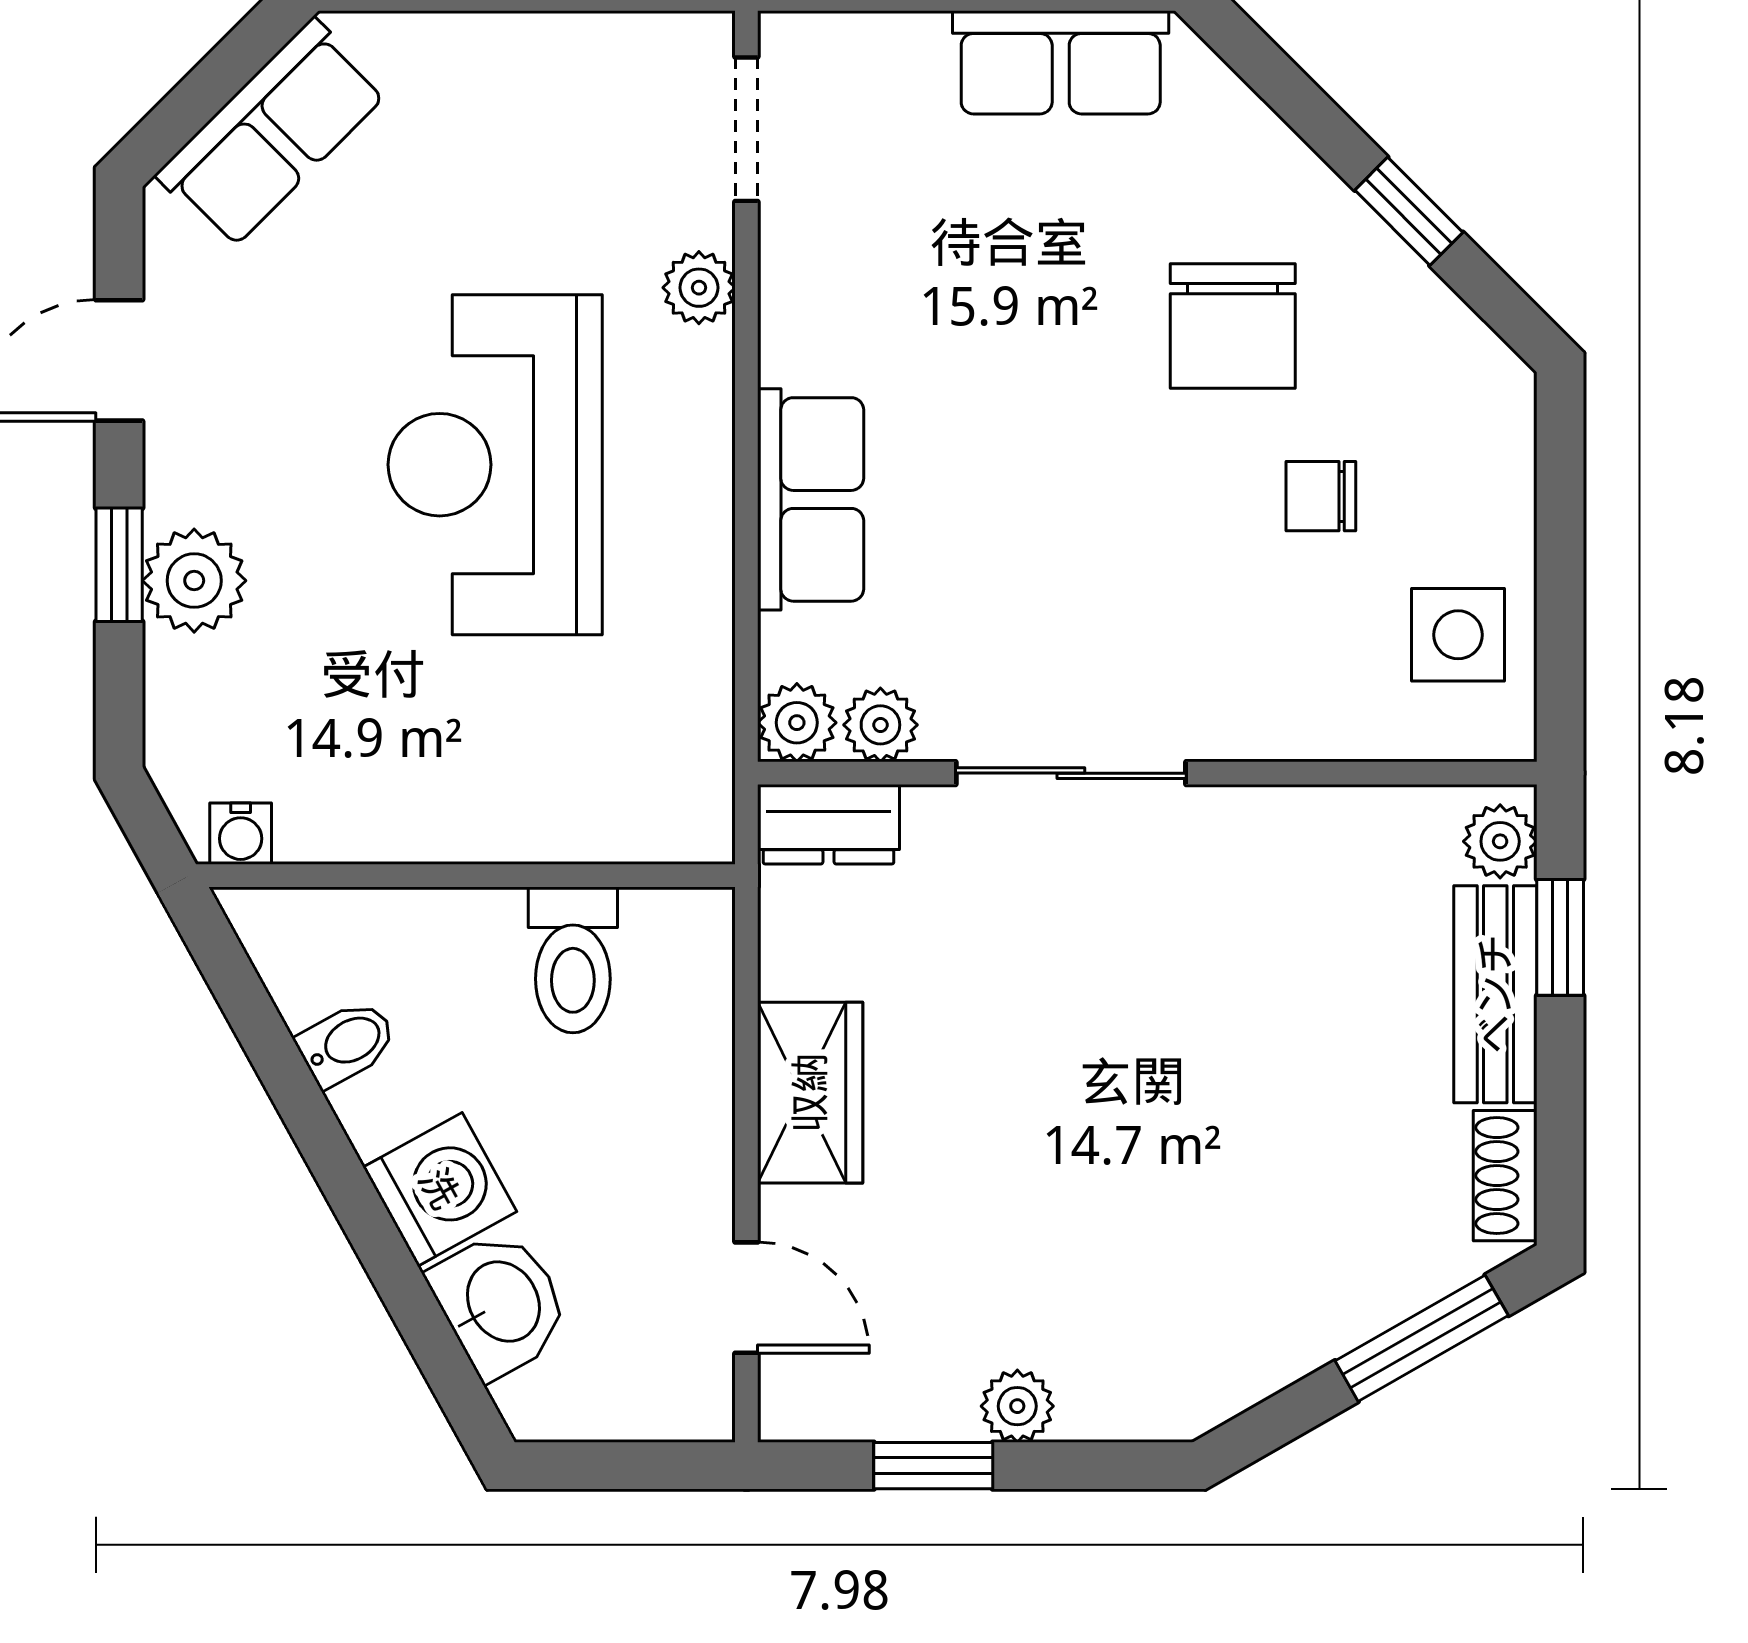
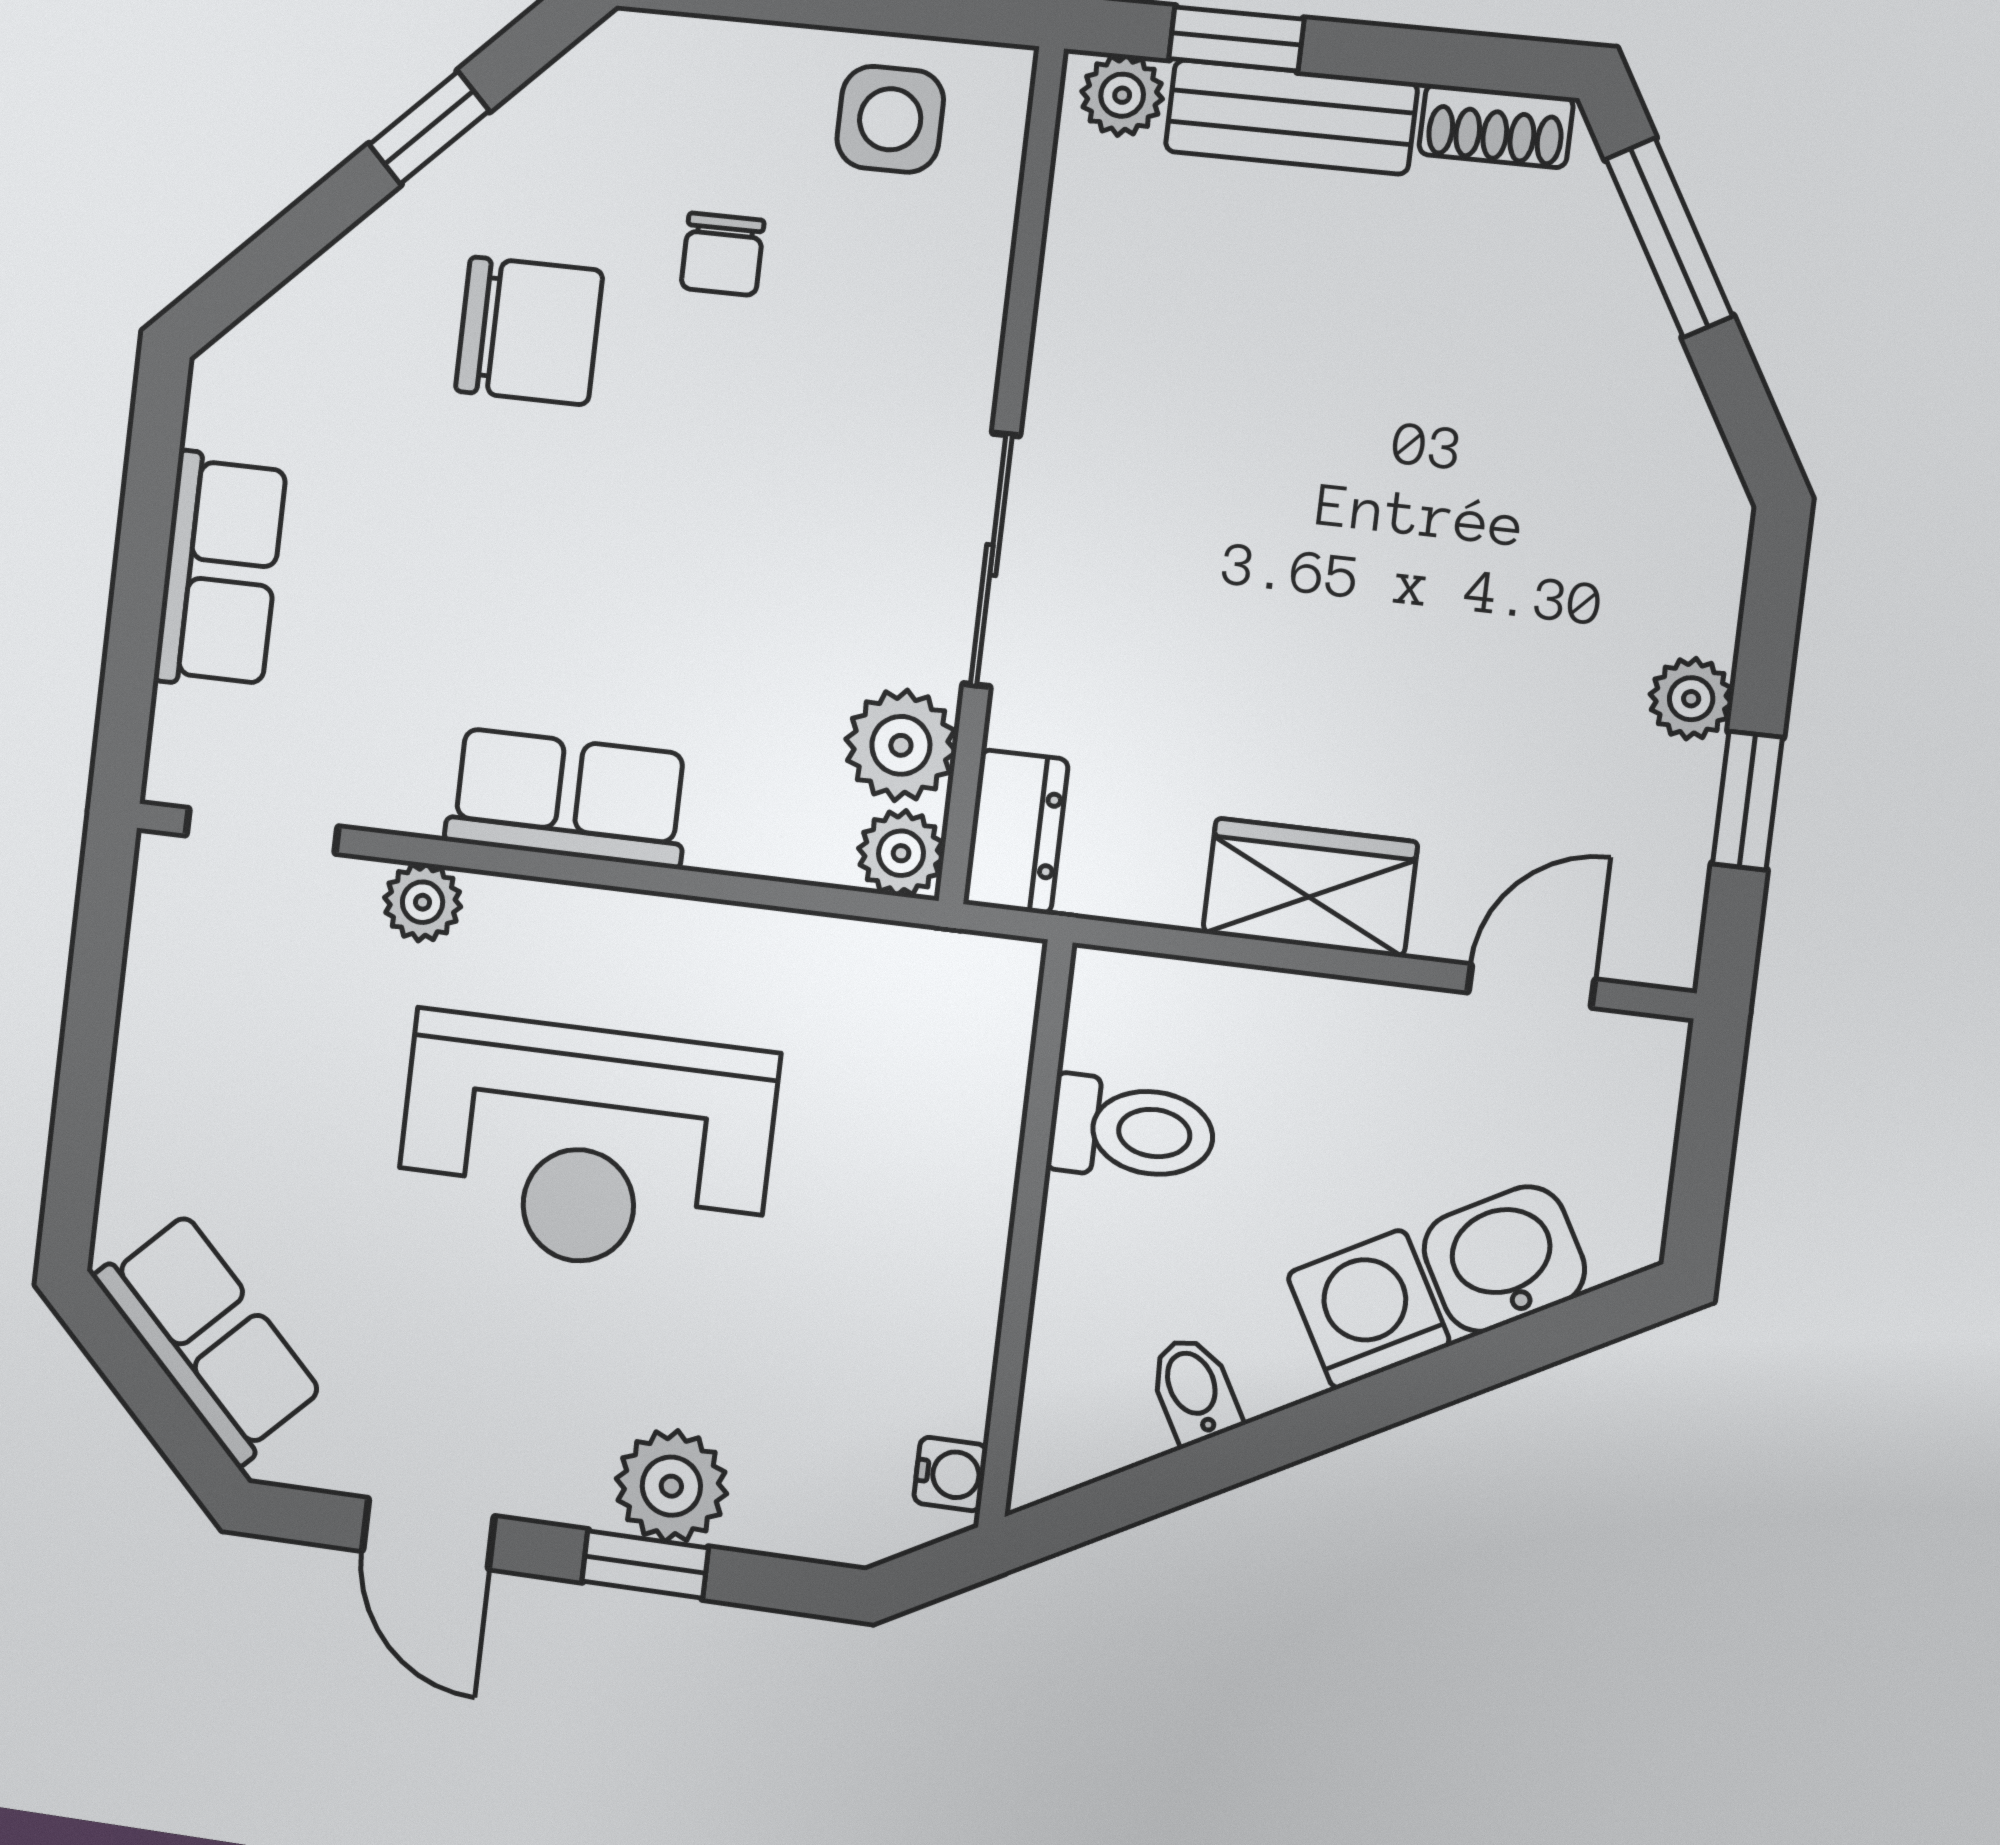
row of seats: (1061, 62) -> (220, 571), moved
row of seats: (811, 499) -> (568, 798), moved
plant: (880, 725) -> (901, 745), width x1.38, depth x1.38

